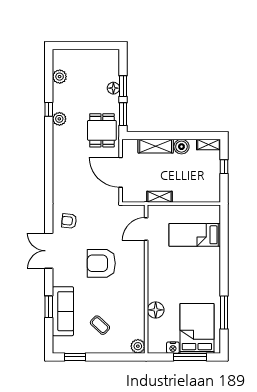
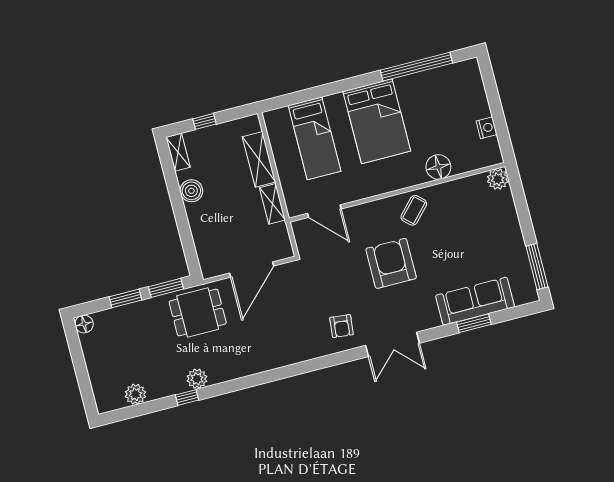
floor lamp: (113, 88) -> (84, 324), moved
shelving: (156, 146) -> (259, 159), moved
armchair: (101, 263) -> (391, 263), turned 180
window: (224, 312) -> (416, 67), width x1.46
coffee table: (100, 325) -> (414, 210), moved
bed: (197, 328) -> (377, 121), moved, turned -90
window: (75, 357) -> (537, 266), width x1.44
window: (190, 357) -> (494, 99), removed

